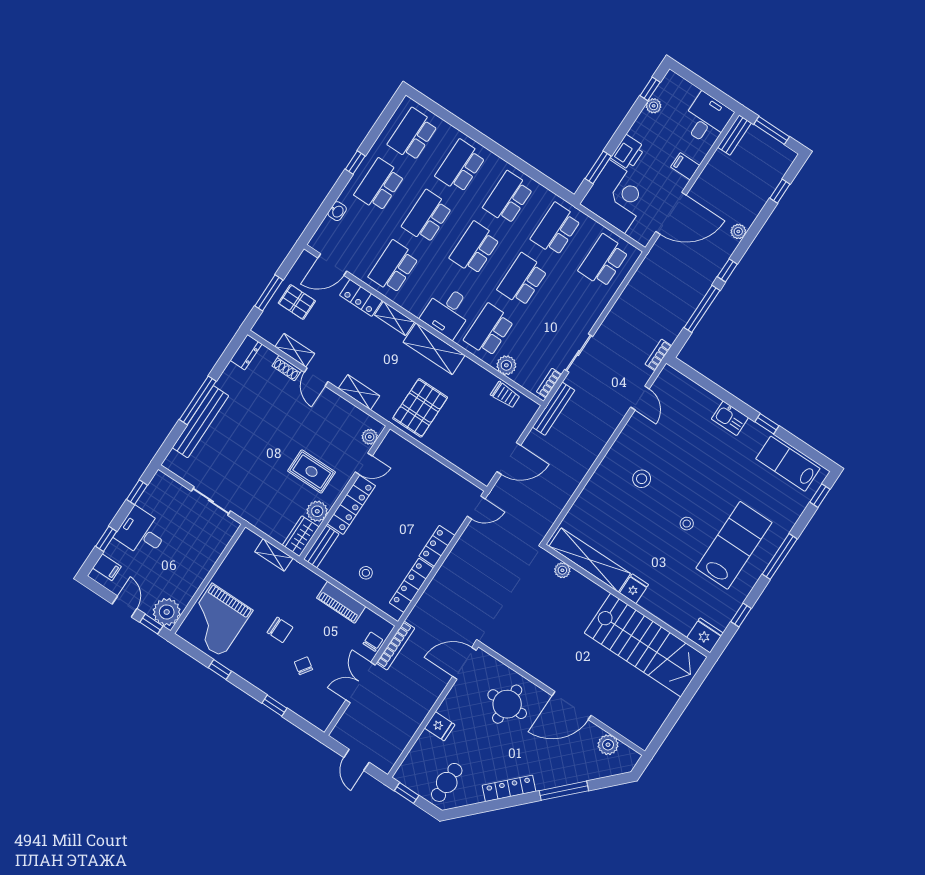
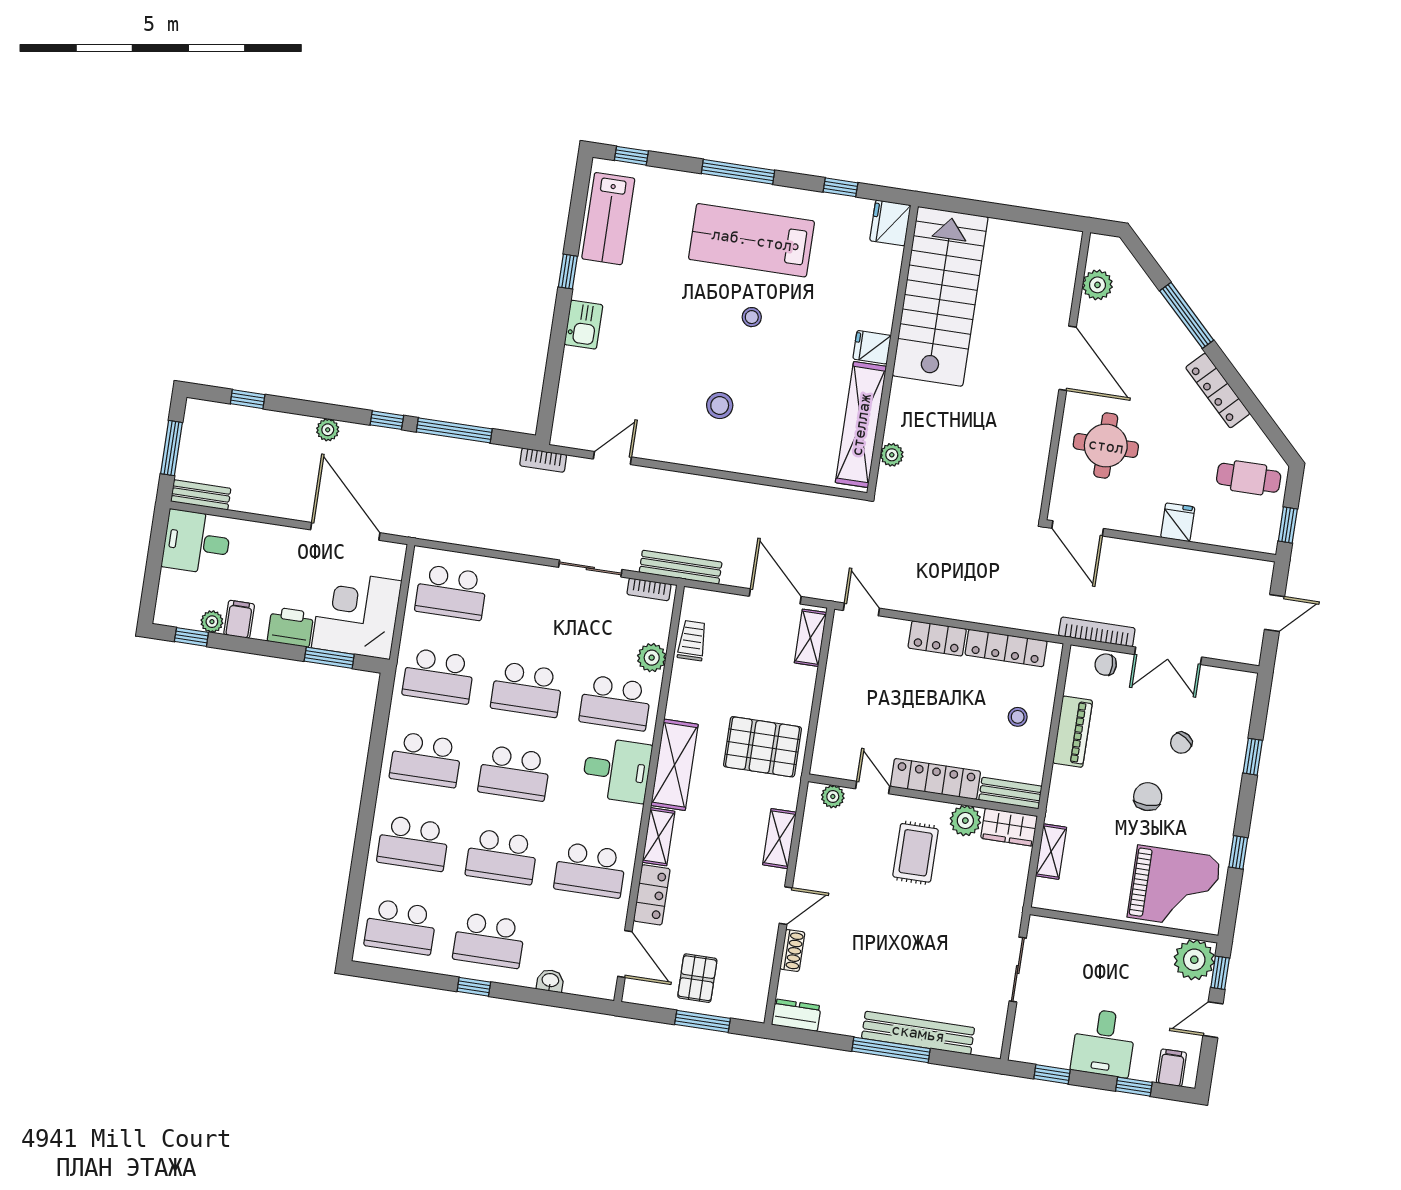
filing cabinet: (685, 166) -> (239, 619), moved, turned 180
shelving: (295, 350) -> (810, 638), moved

